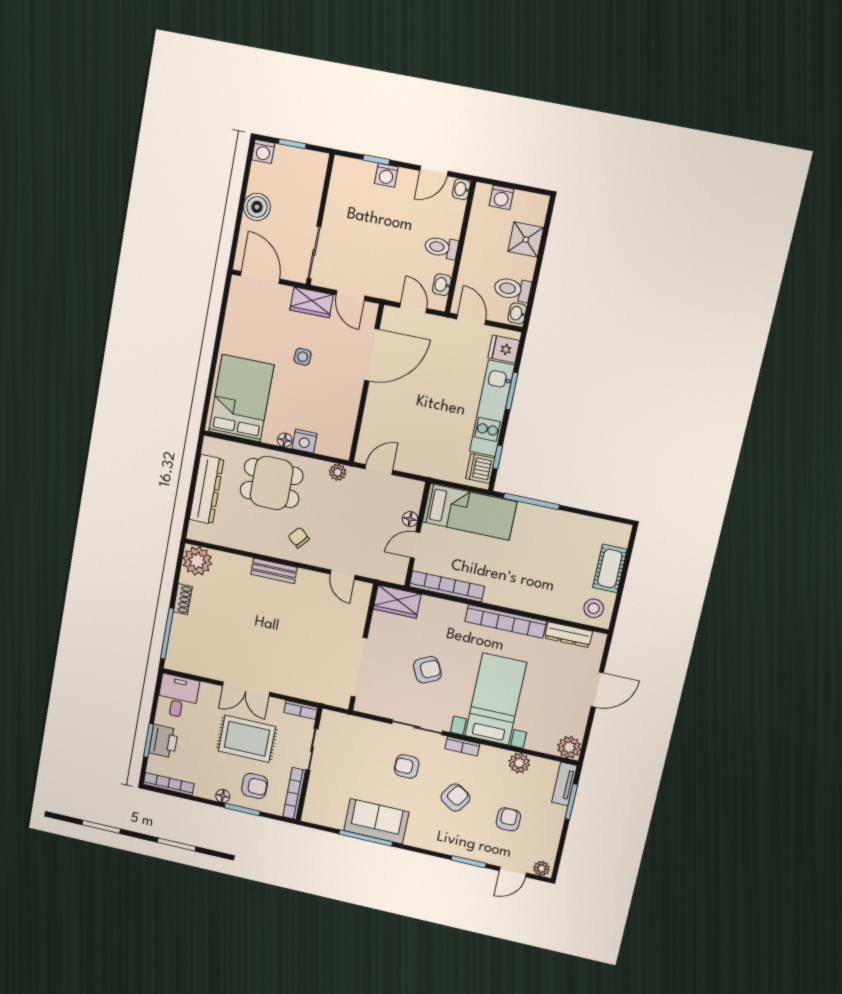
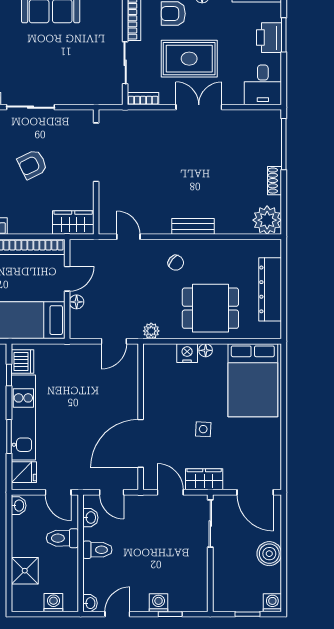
toilet: (512, 289) -> (62, 538), moved, turned 180
armchair: (407, 766) -> (33, 67), removed

